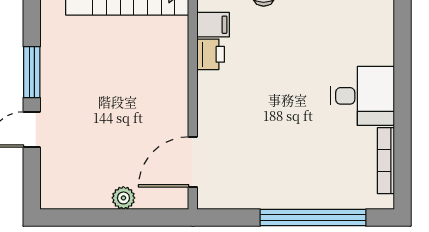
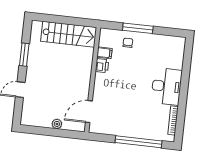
window: (32, 72) -> (24, 55), moved
desk: (362, 96) -> (167, 86), width x1.37

